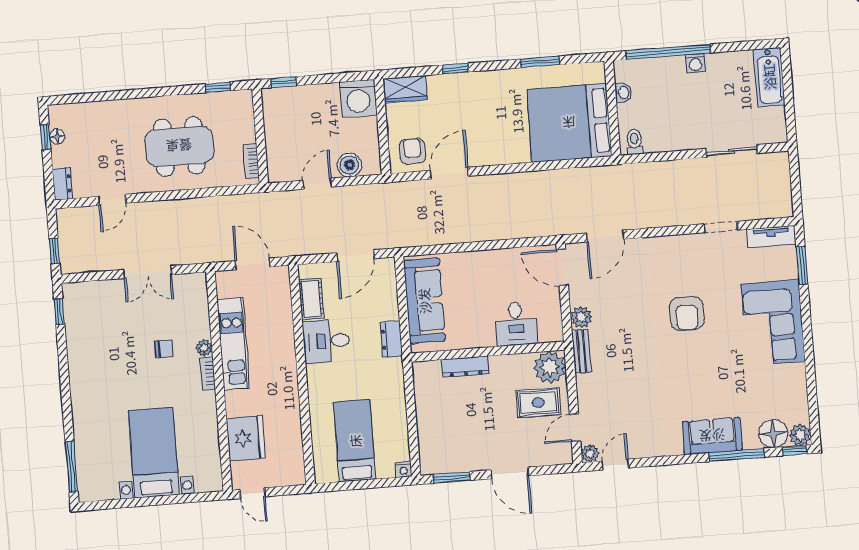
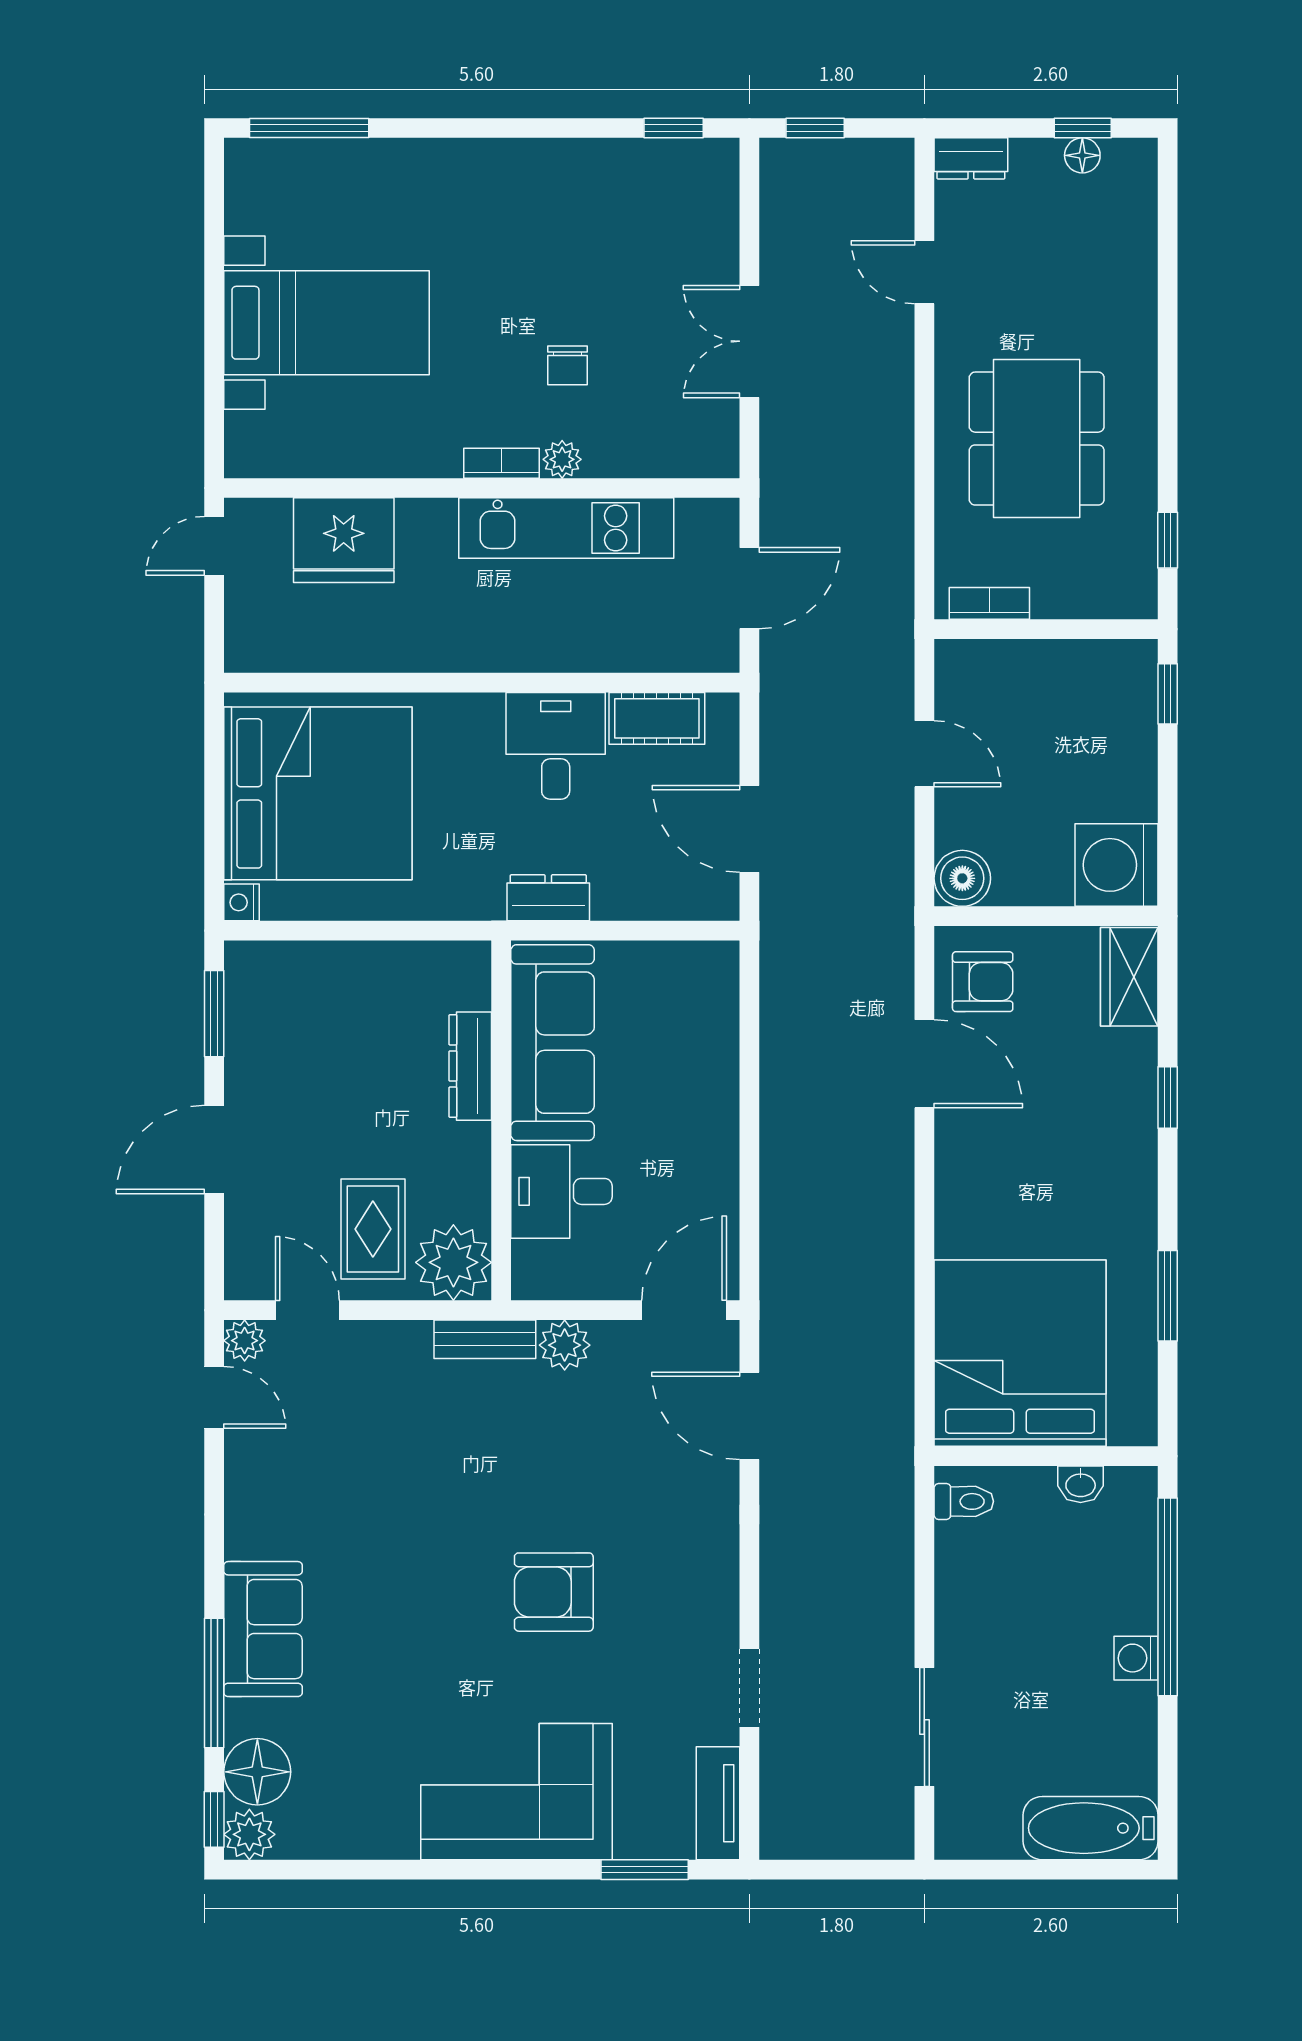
boiler: (349, 165) -> (962, 878), moved
sofa: (424, 301) -> (553, 1043), moved, turned -90
bed: (355, 441) -> (318, 793), width x2.04

